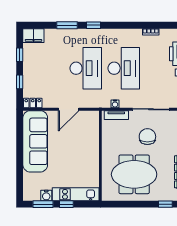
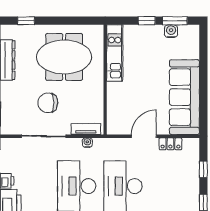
locker: (33, 103) -> (170, 144), moved
chair: (147, 137) -> (48, 103), turned 90
kitchen unit: (76, 194) -> (115, 53), moved, turned -90

